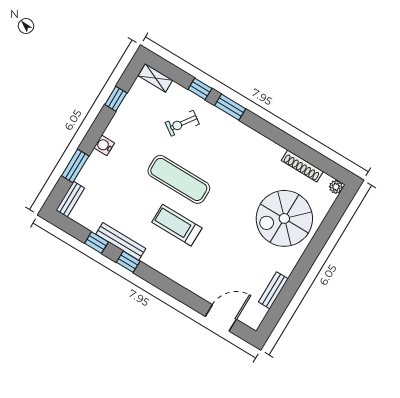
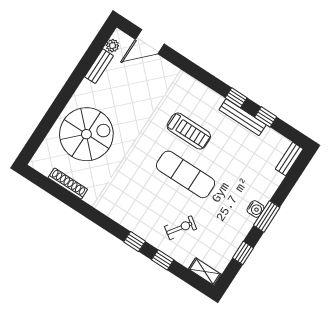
window: (230, 107) -> (135, 242), width x0.67
window: (75, 166) -> (267, 216), moved
plant: (336, 187) -> (112, 46), moved

